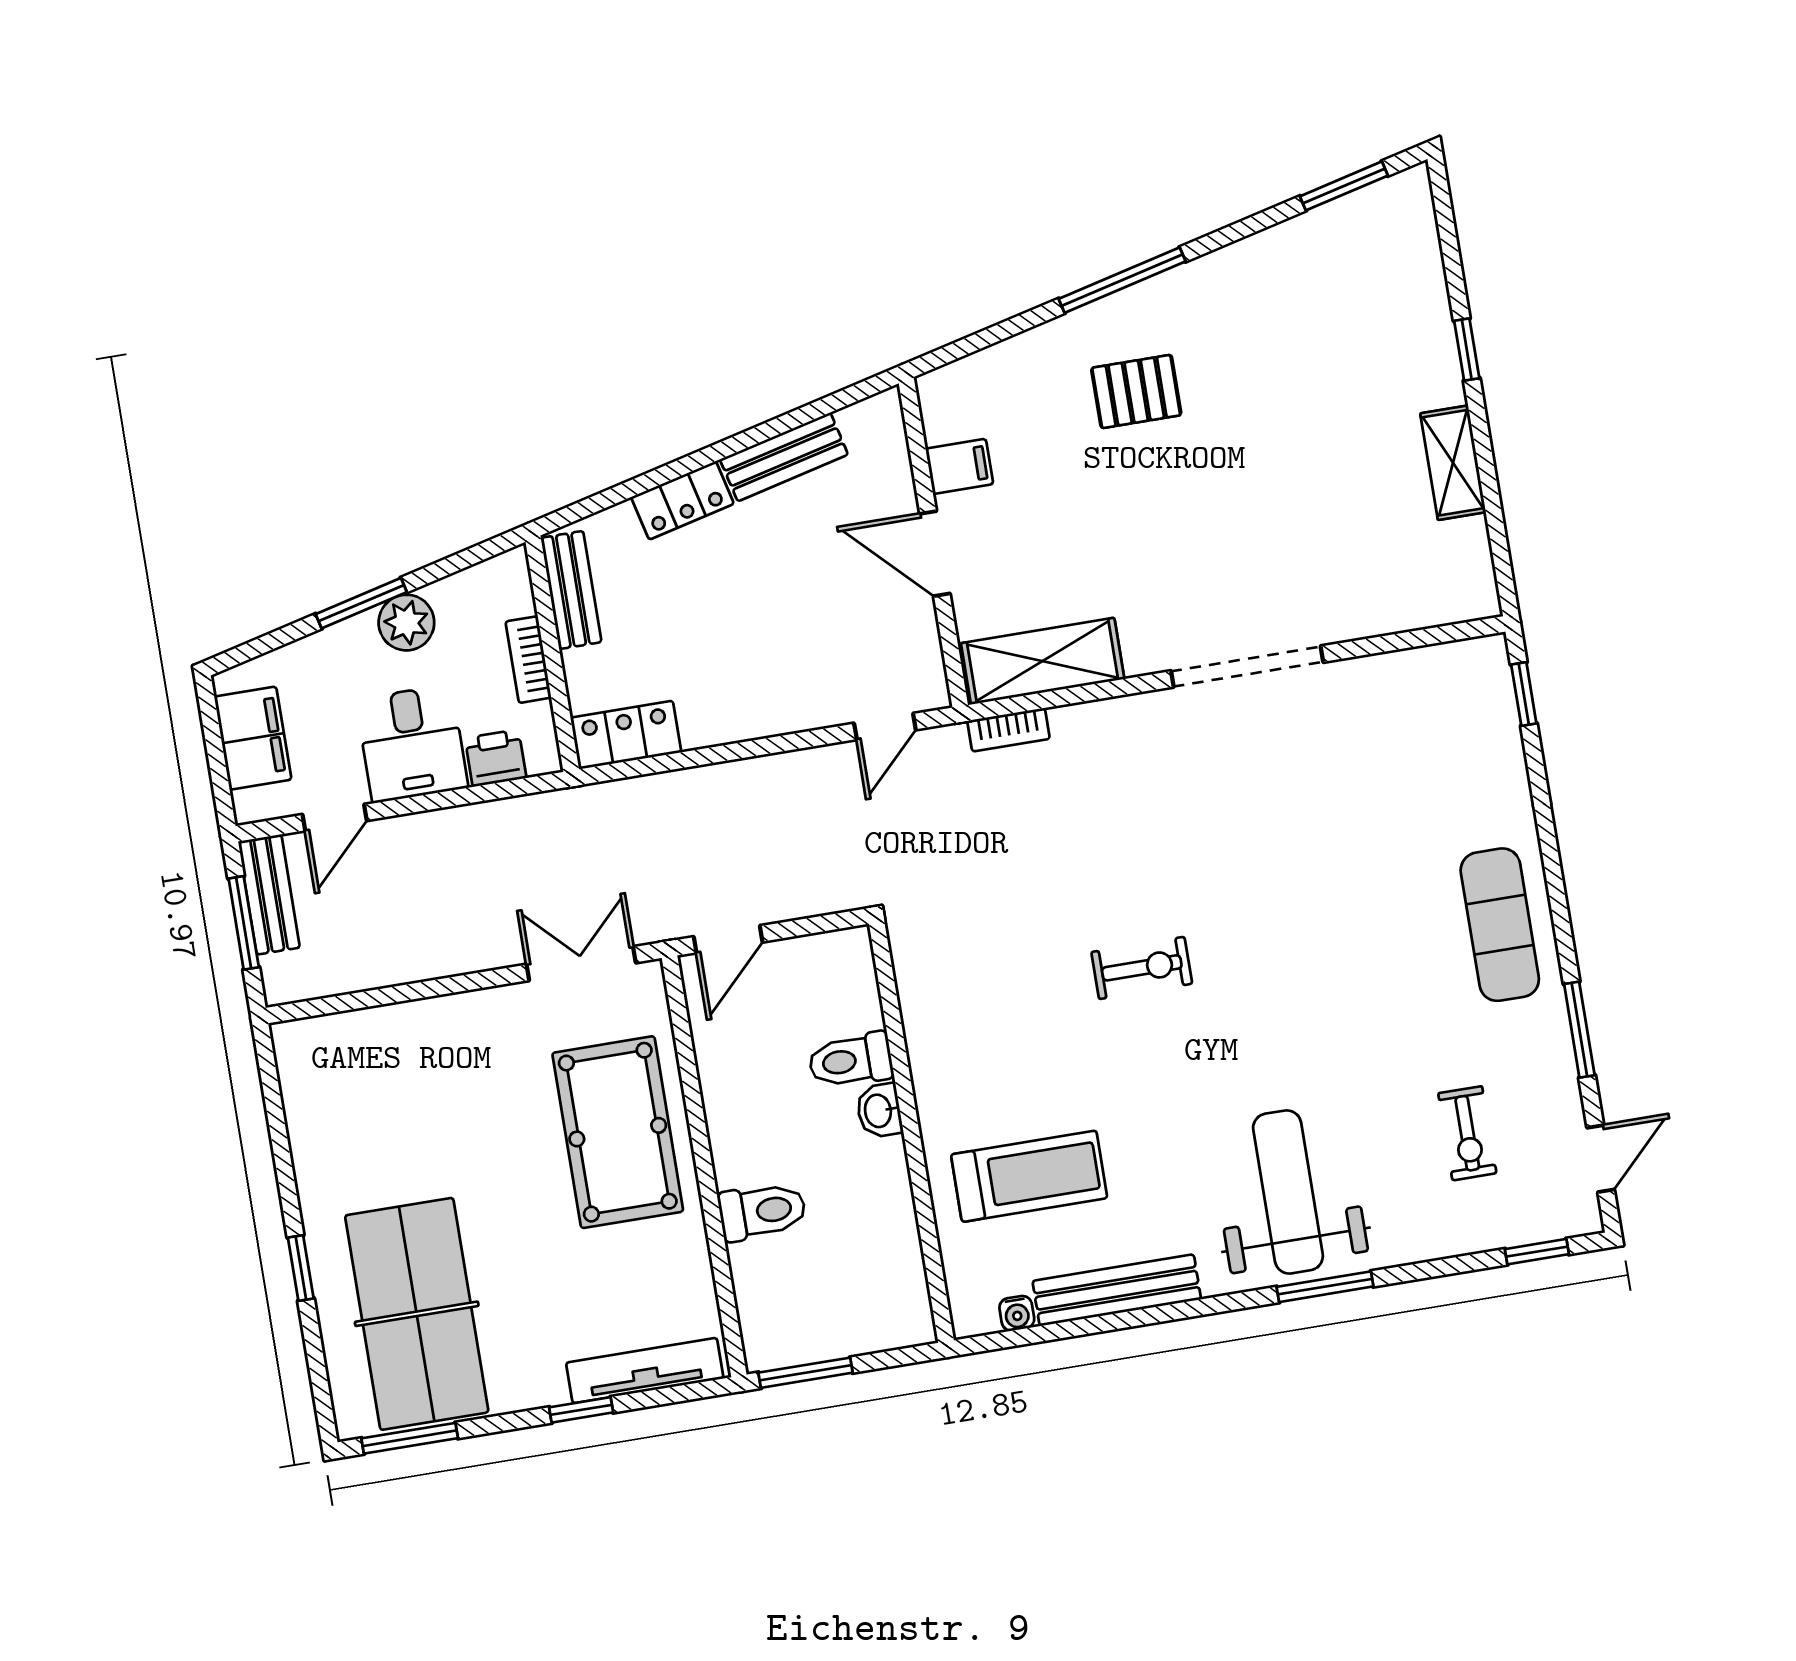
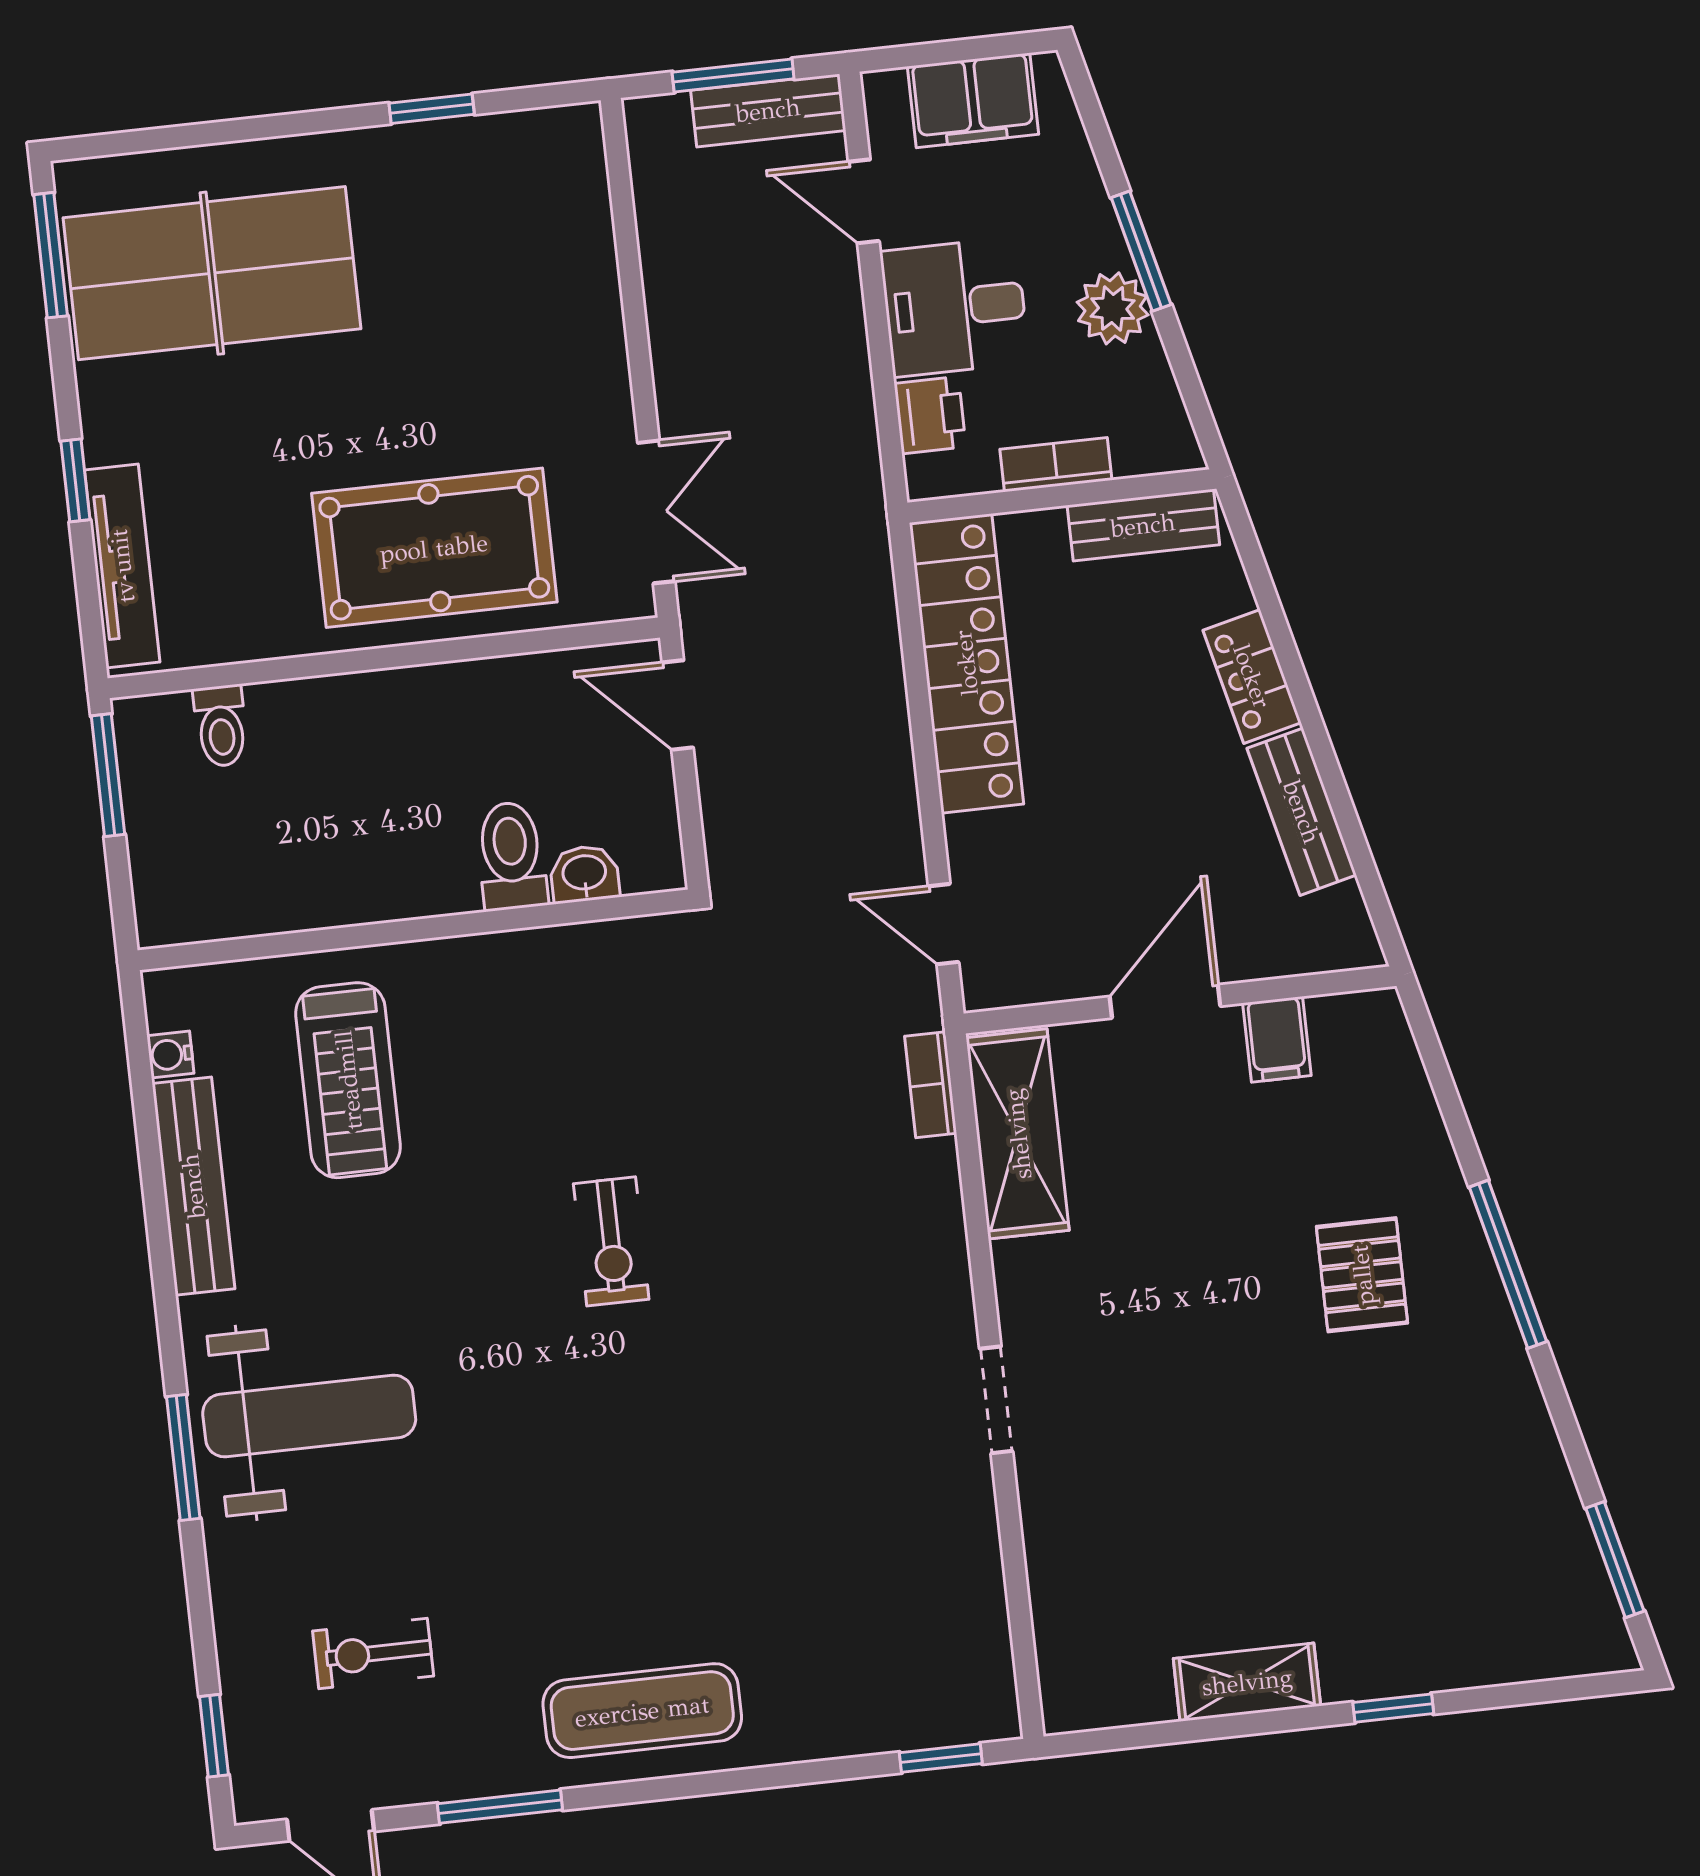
doorway: (1247, 667) -> (996, 1400), width x0.53
locker: (626, 735) -> (966, 663), width x2.16, depth x1.21
washbasin: (879, 1111) -> (584, 874), moved
toilet: (762, 1211) -> (221, 726), moved, width x0.73, depth x0.72
window: (301, 1268) -> (432, 109), moved

